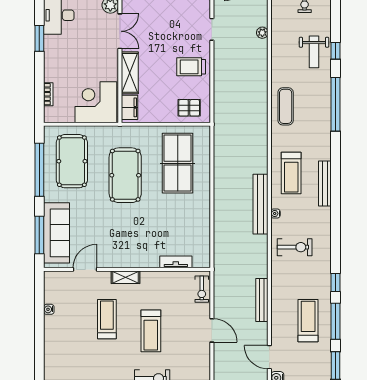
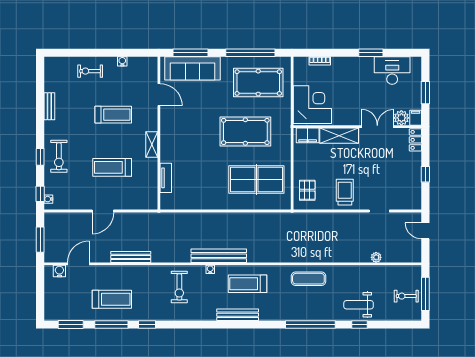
double door: (120, 31) -> (377, 127), swing flipped
shelving: (126, 277) -> (152, 144), moved
exercise bike: (202, 289) -> (90, 71), moved
treadmill: (151, 331) -> (112, 167), moved

